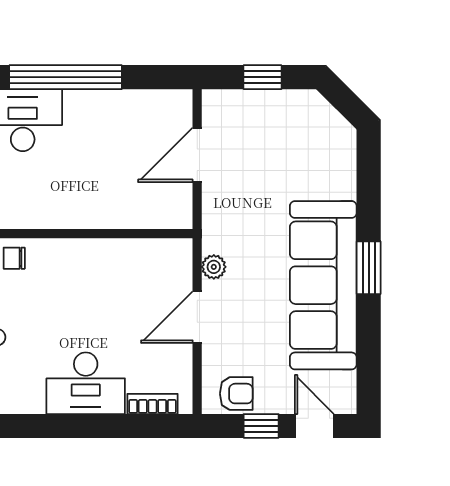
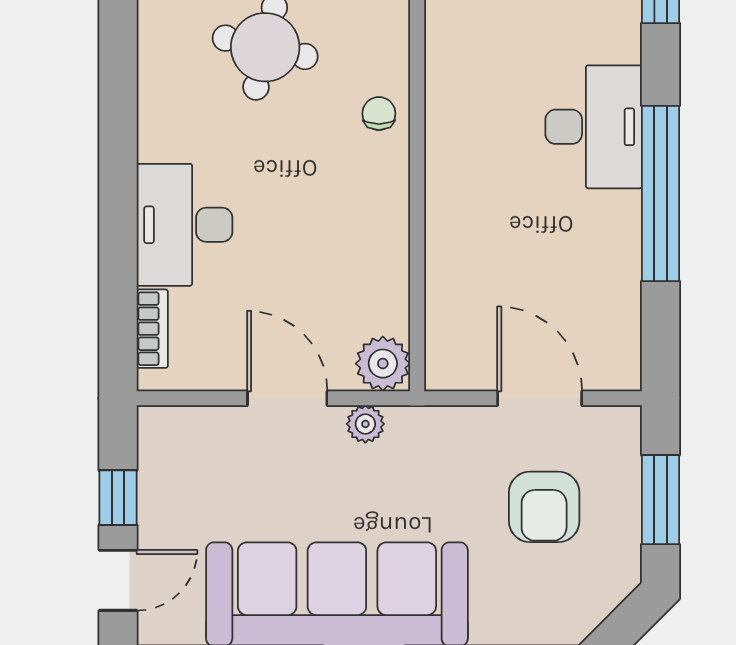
window: (262, 77) -> (660, 500), width x1.50
plant: (175, 256) -> (383, 364), added
armchair: (236, 394) -> (544, 507), moved, width x1.38, depth x1.38

